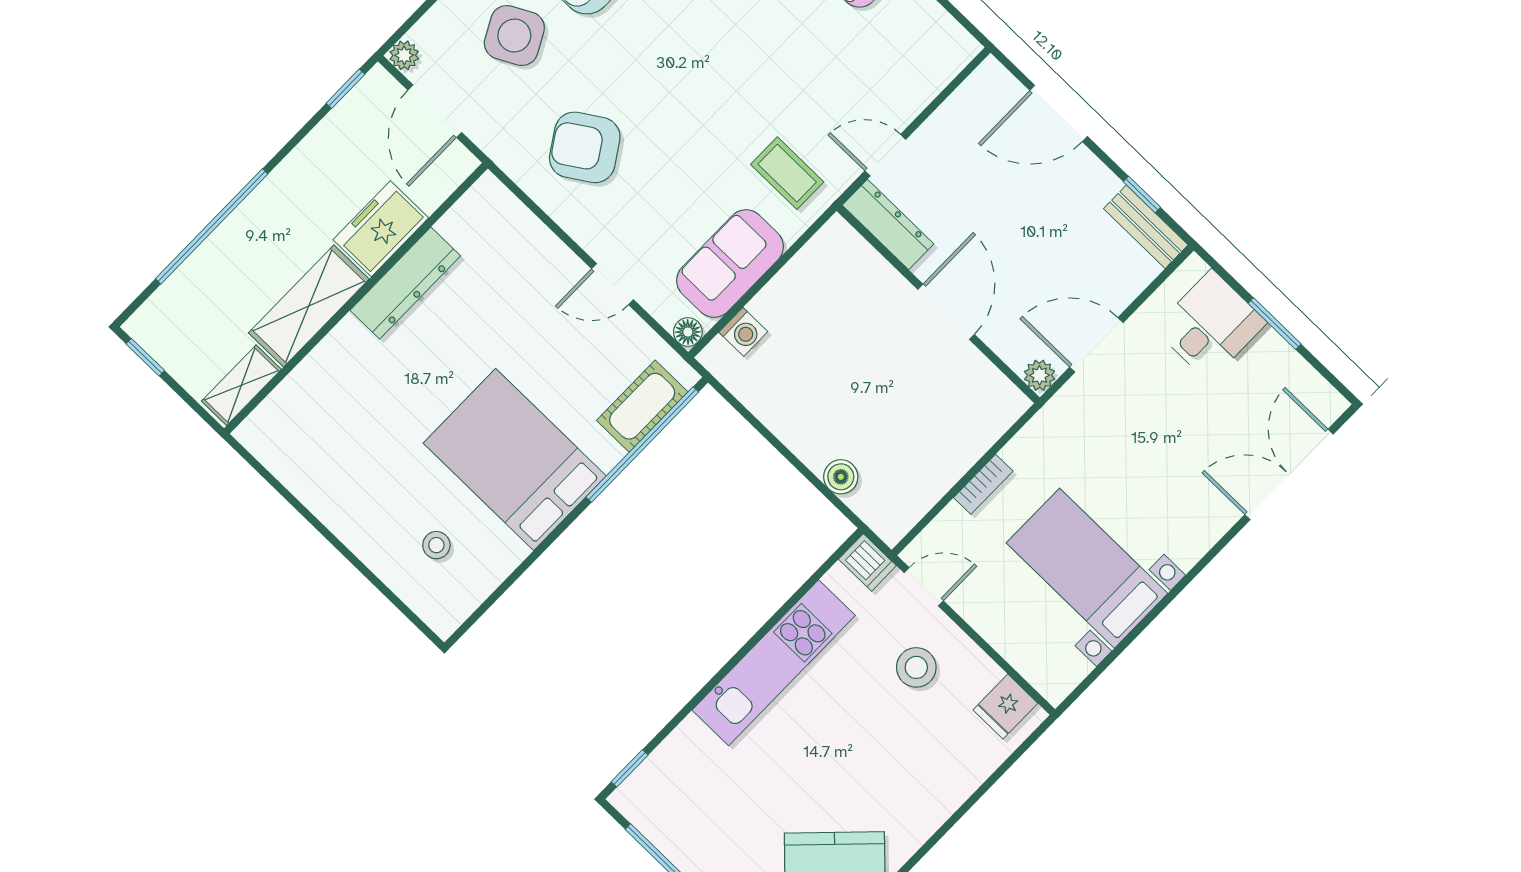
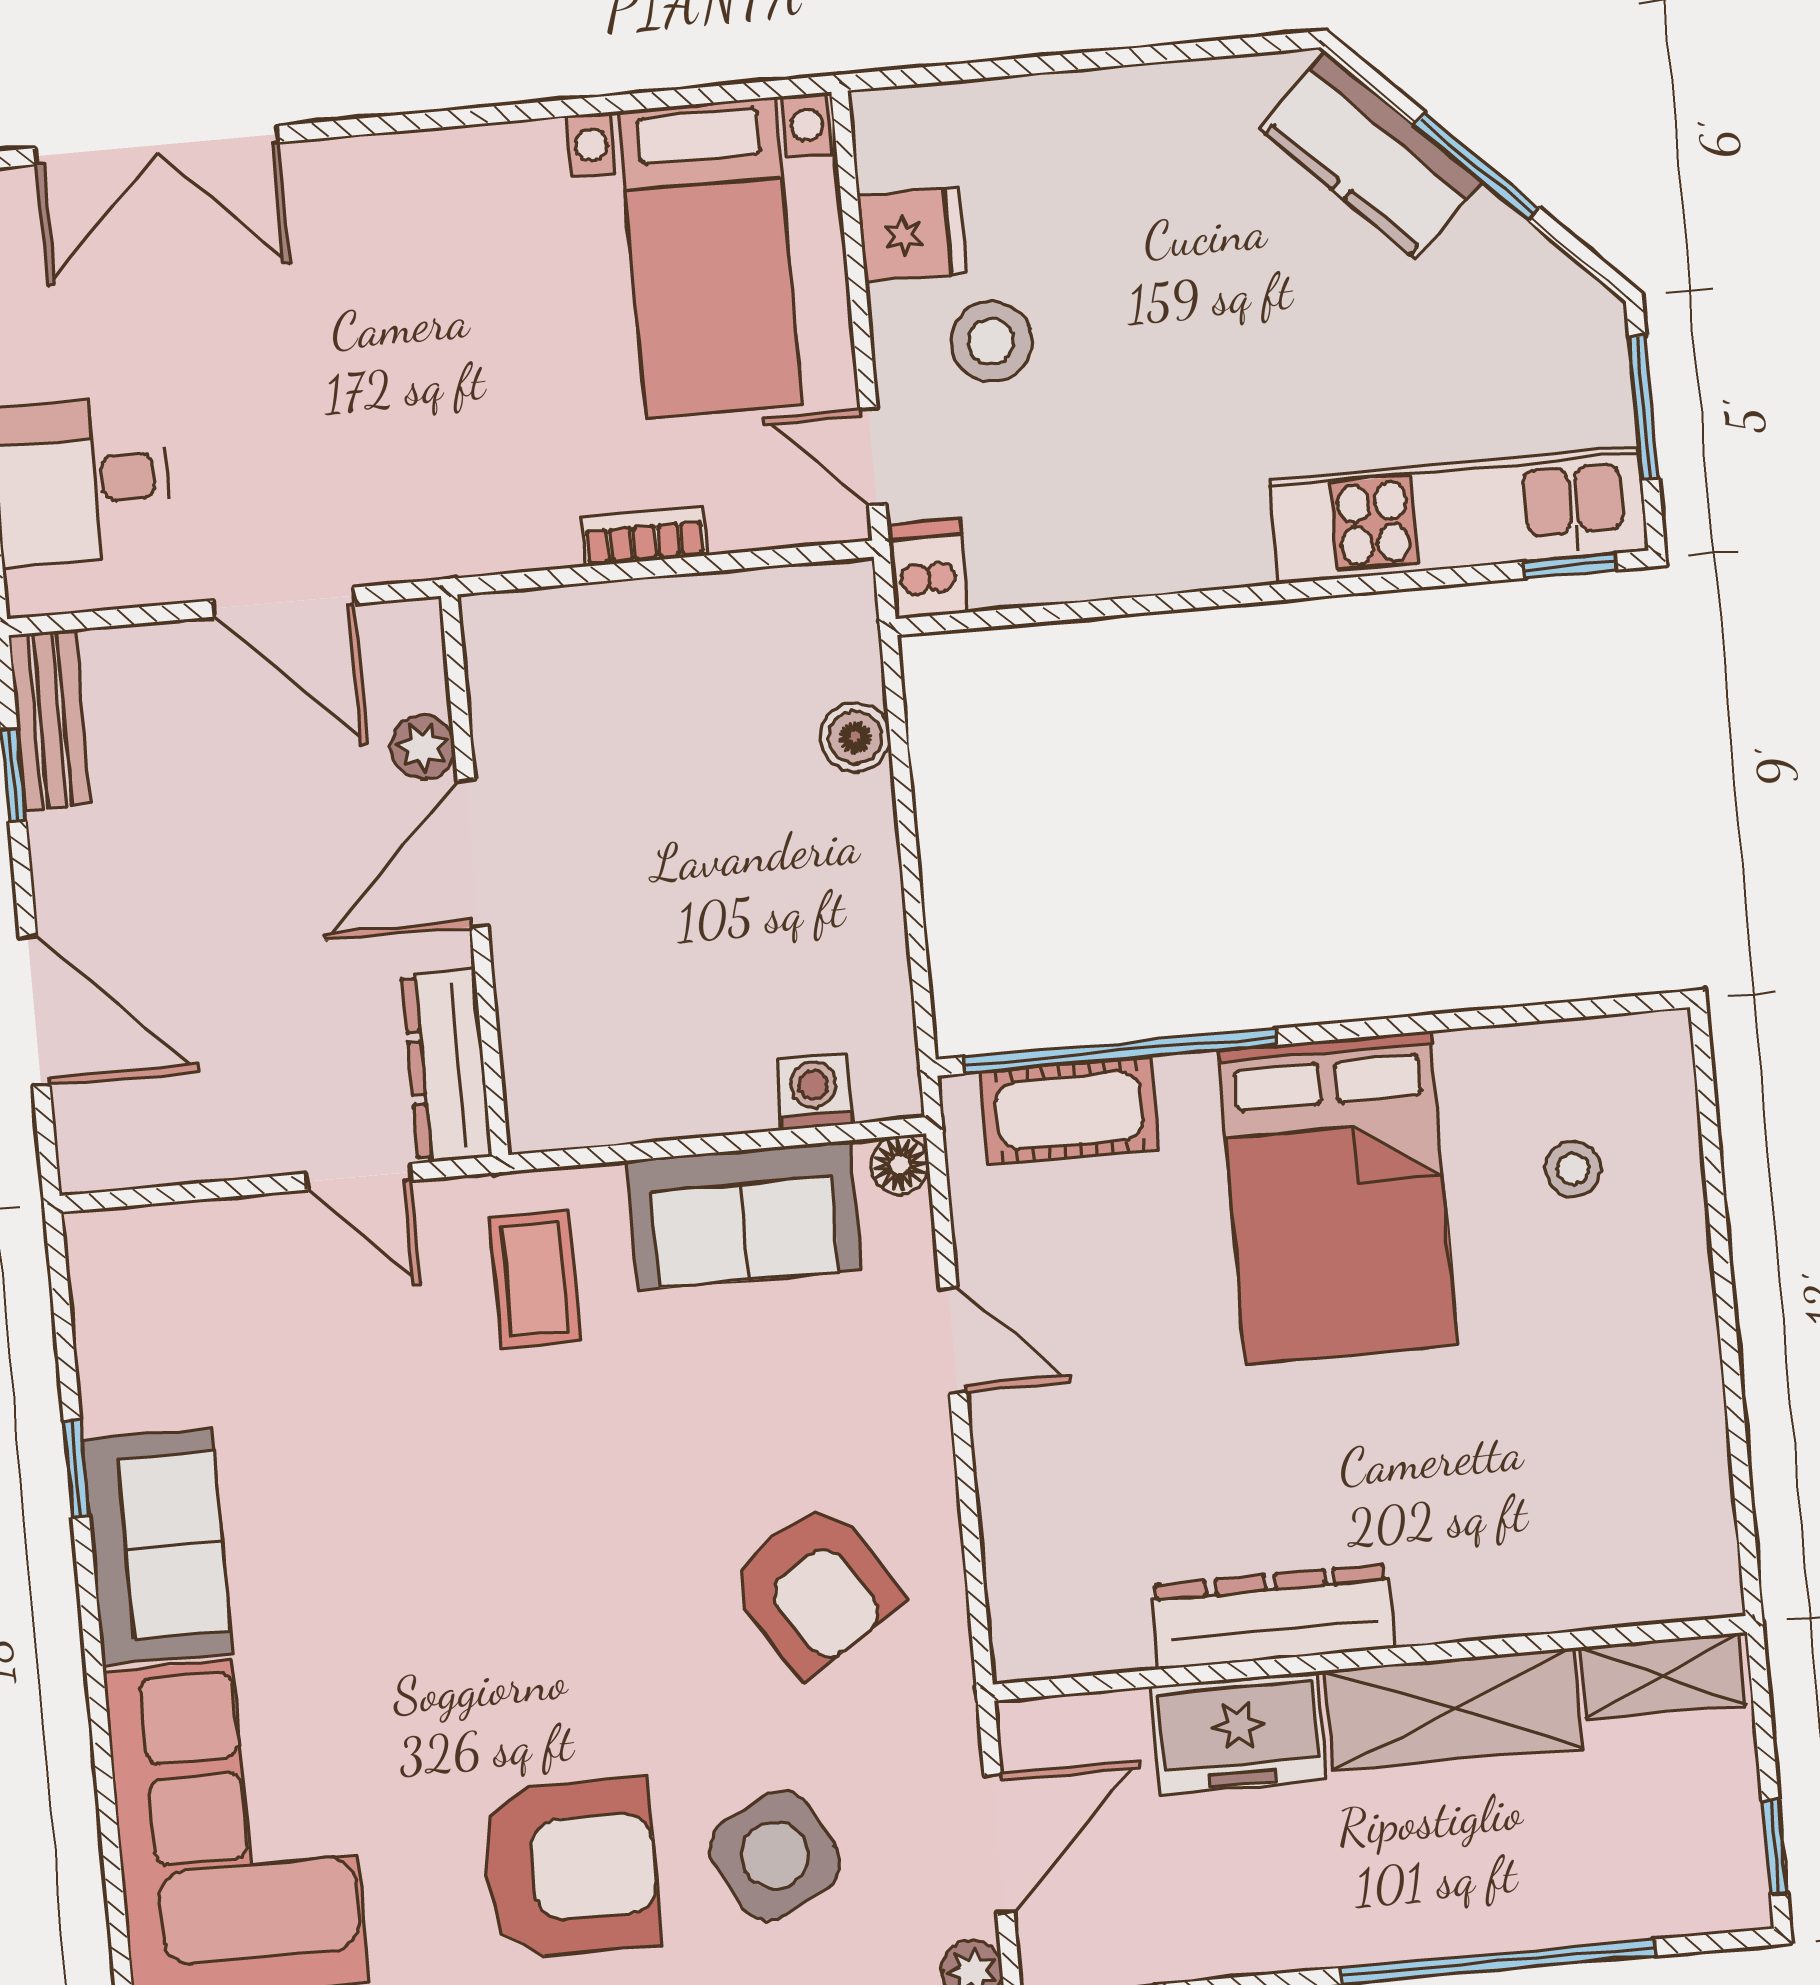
plant: (1039, 375) -> (423, 747), moved
bed with nightstands: (1087, 568) -> (710, 258), moved
kitchen unit: (774, 663) -> (1459, 515), moved
fridge: (1005, 707) -> (912, 235), moved

